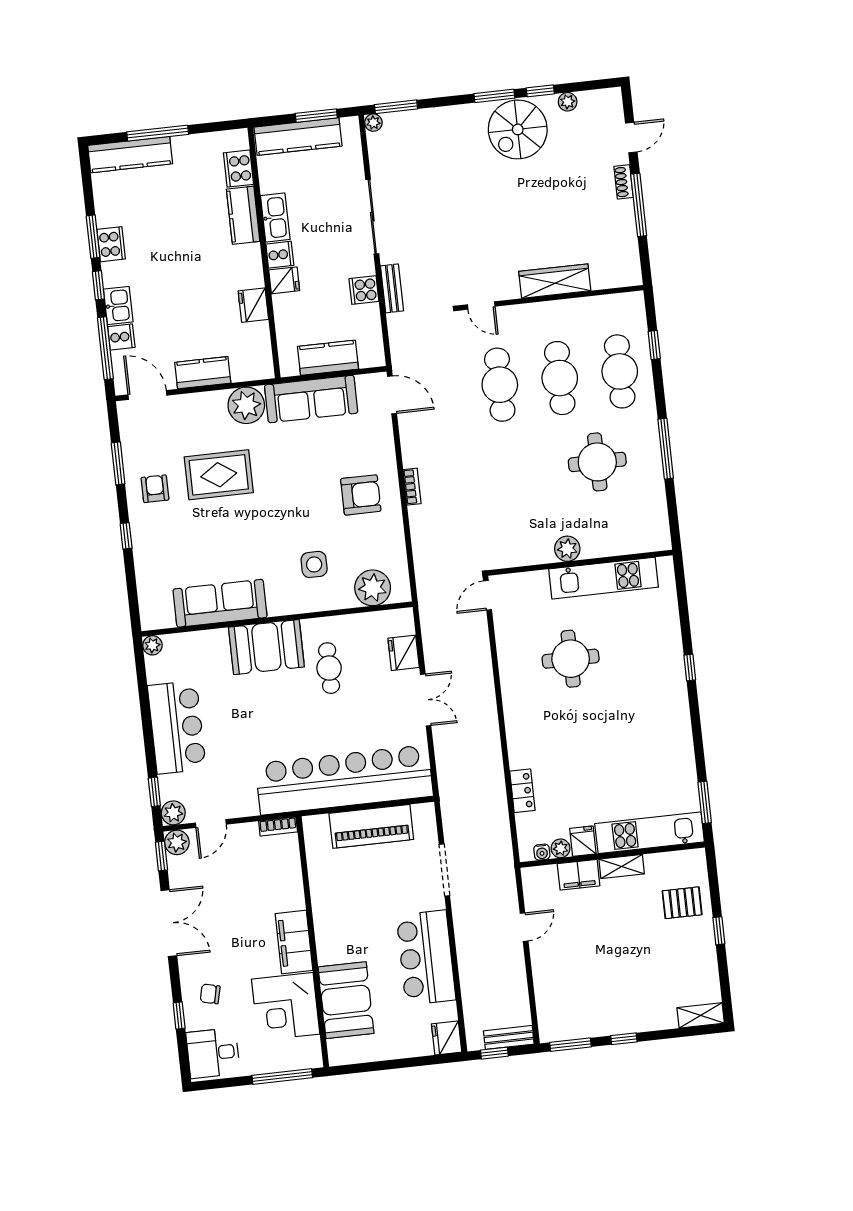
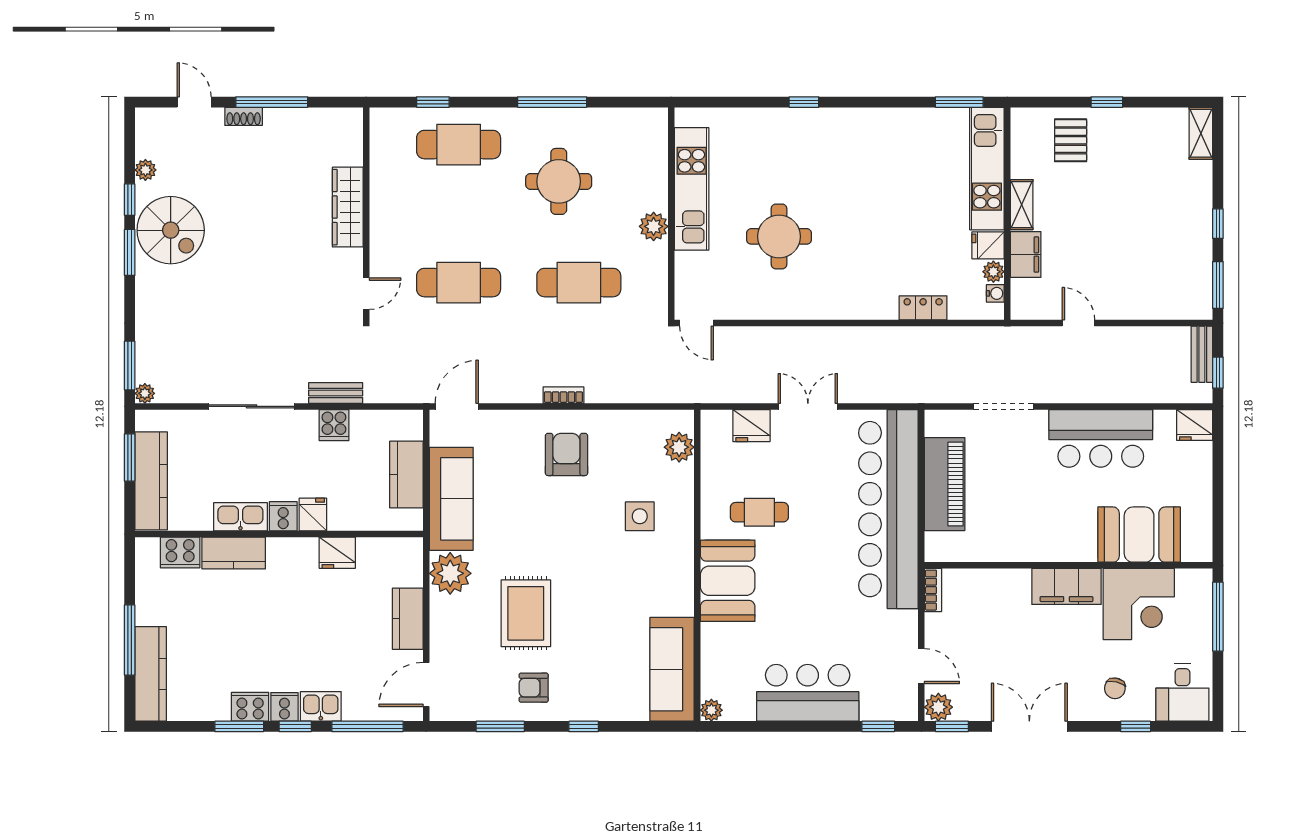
cooker: (121, 337) -> (284, 707), moved
cafe table: (560, 378) -> (579, 283), moved
plant: (373, 588) -> (679, 447), width x0.73, depth x0.73
sofa: (220, 603) -> (672, 669), moved
plant: (173, 813) -> (904, 708), removed

